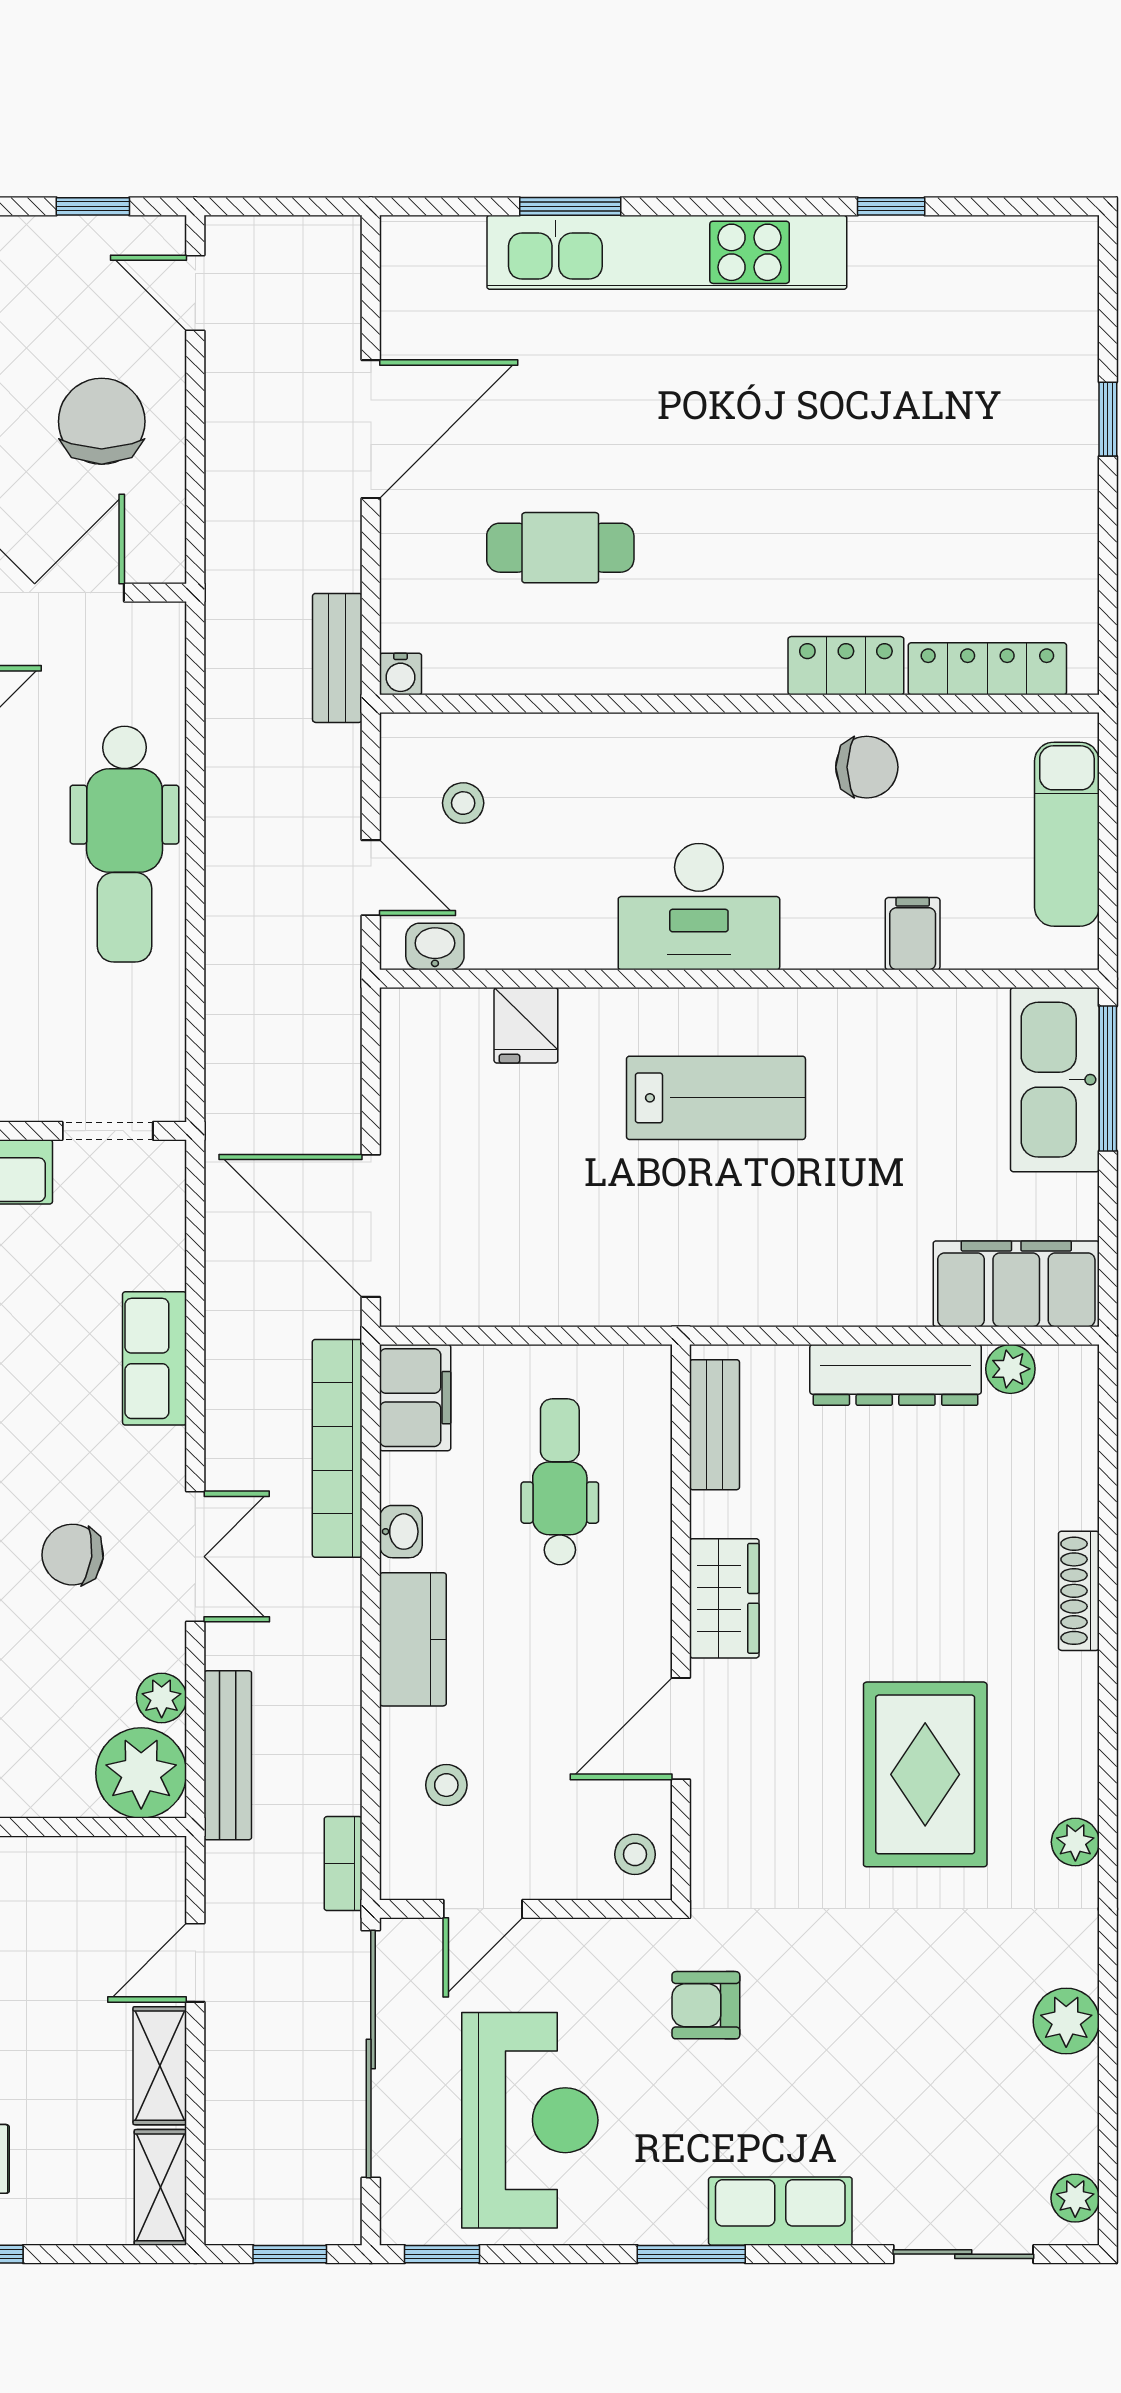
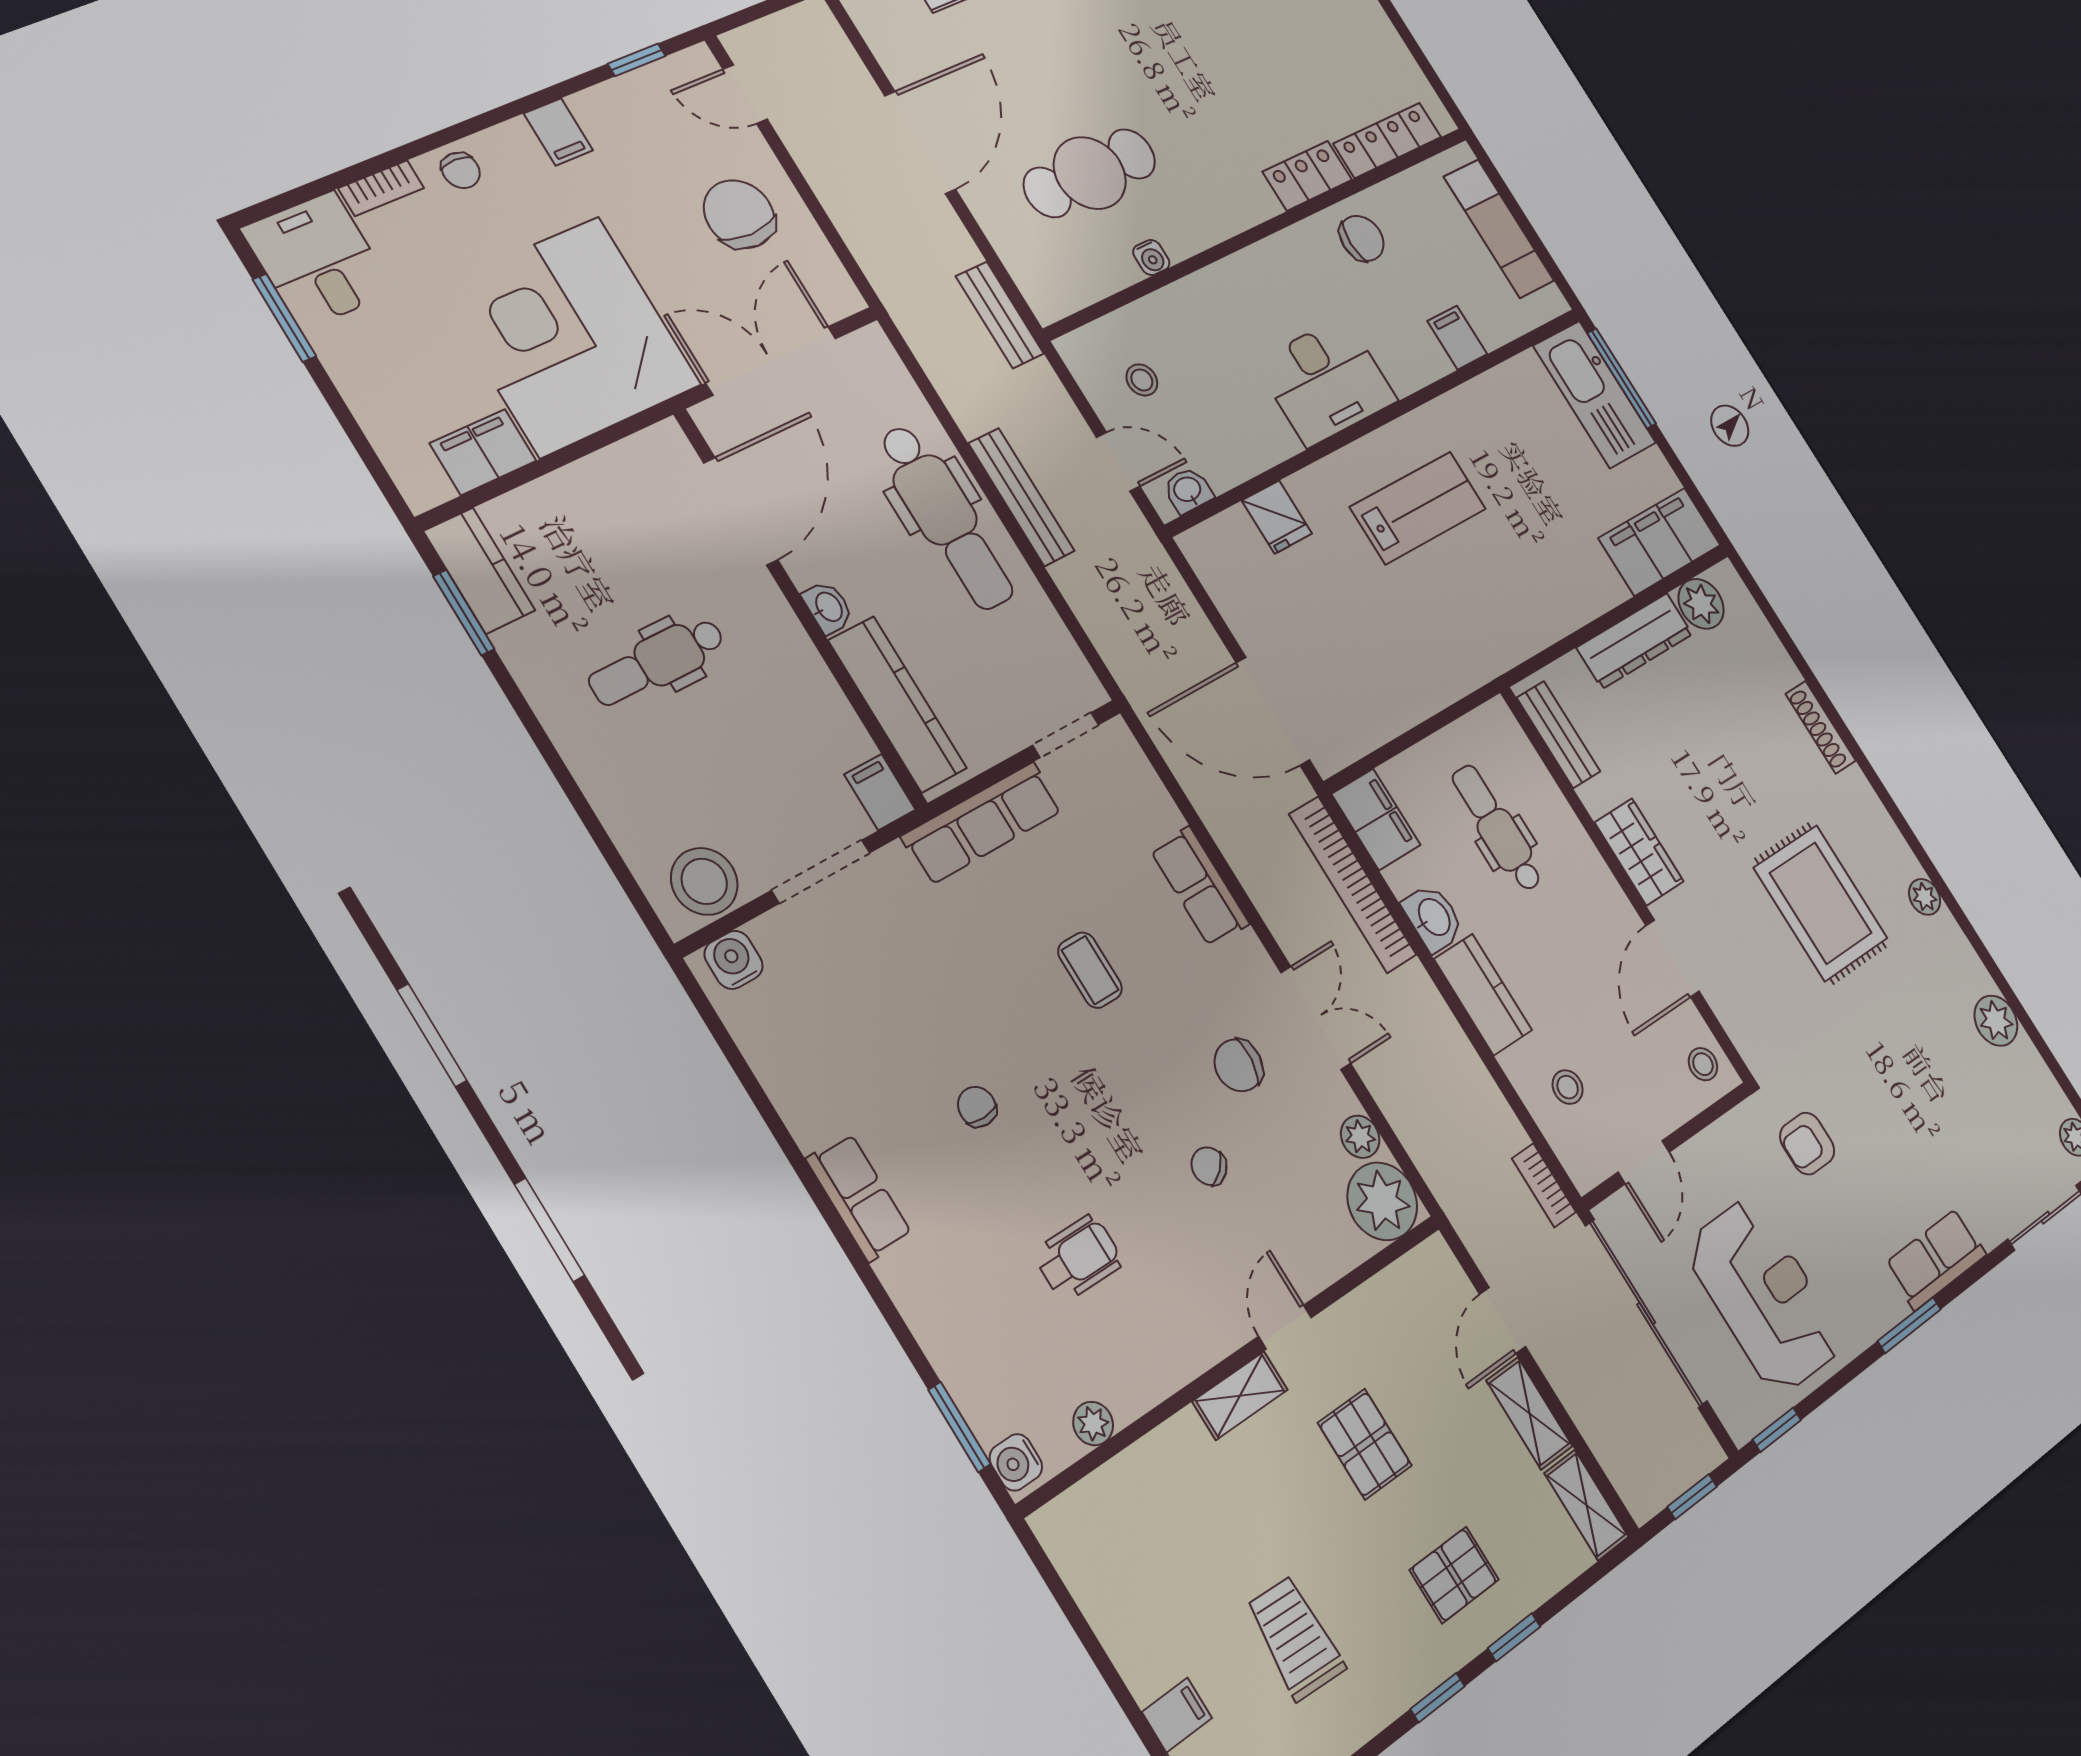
cafe table: (560, 548) -> (1090, 173), width x1.37, depth x1.35
water cooler: (400, 674) -> (1151, 257), moved
plant: (1010, 1369) -> (1701, 604), width x1.38, depth x1.38
washbasin: (401, 1532) -> (1433, 918), width x1.38, depth x1.45
bench: (228, 1755) -> (1021, 497), moved

